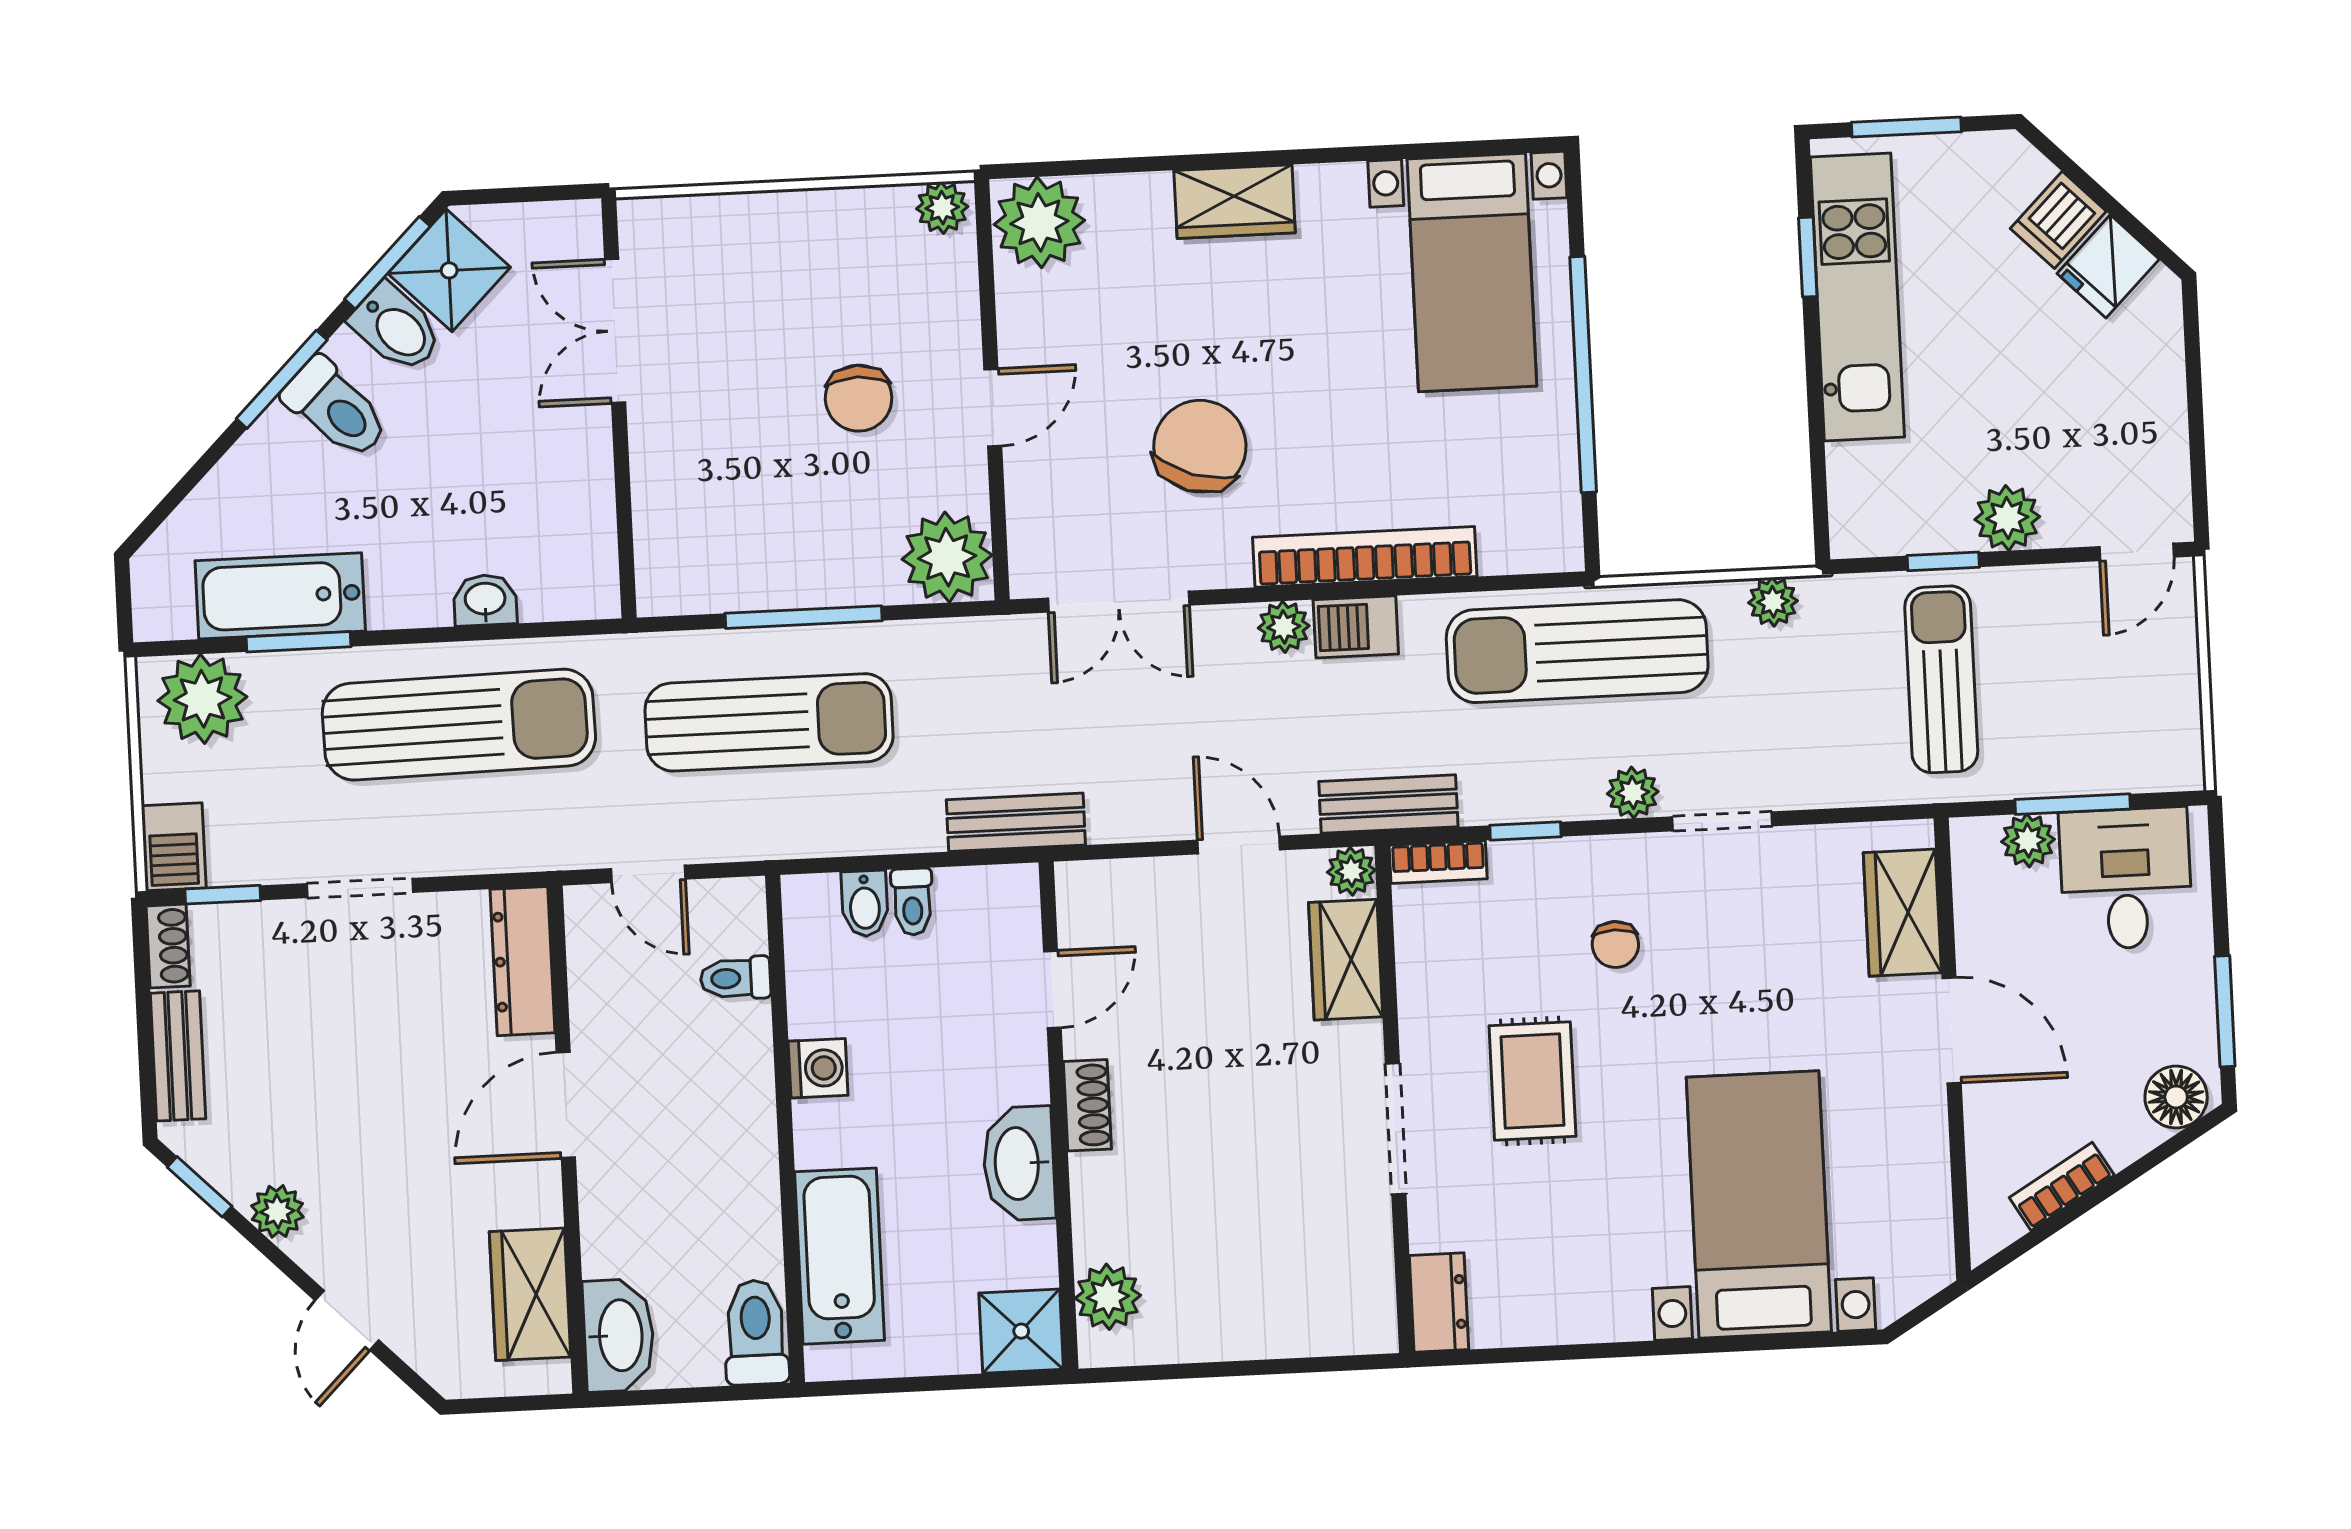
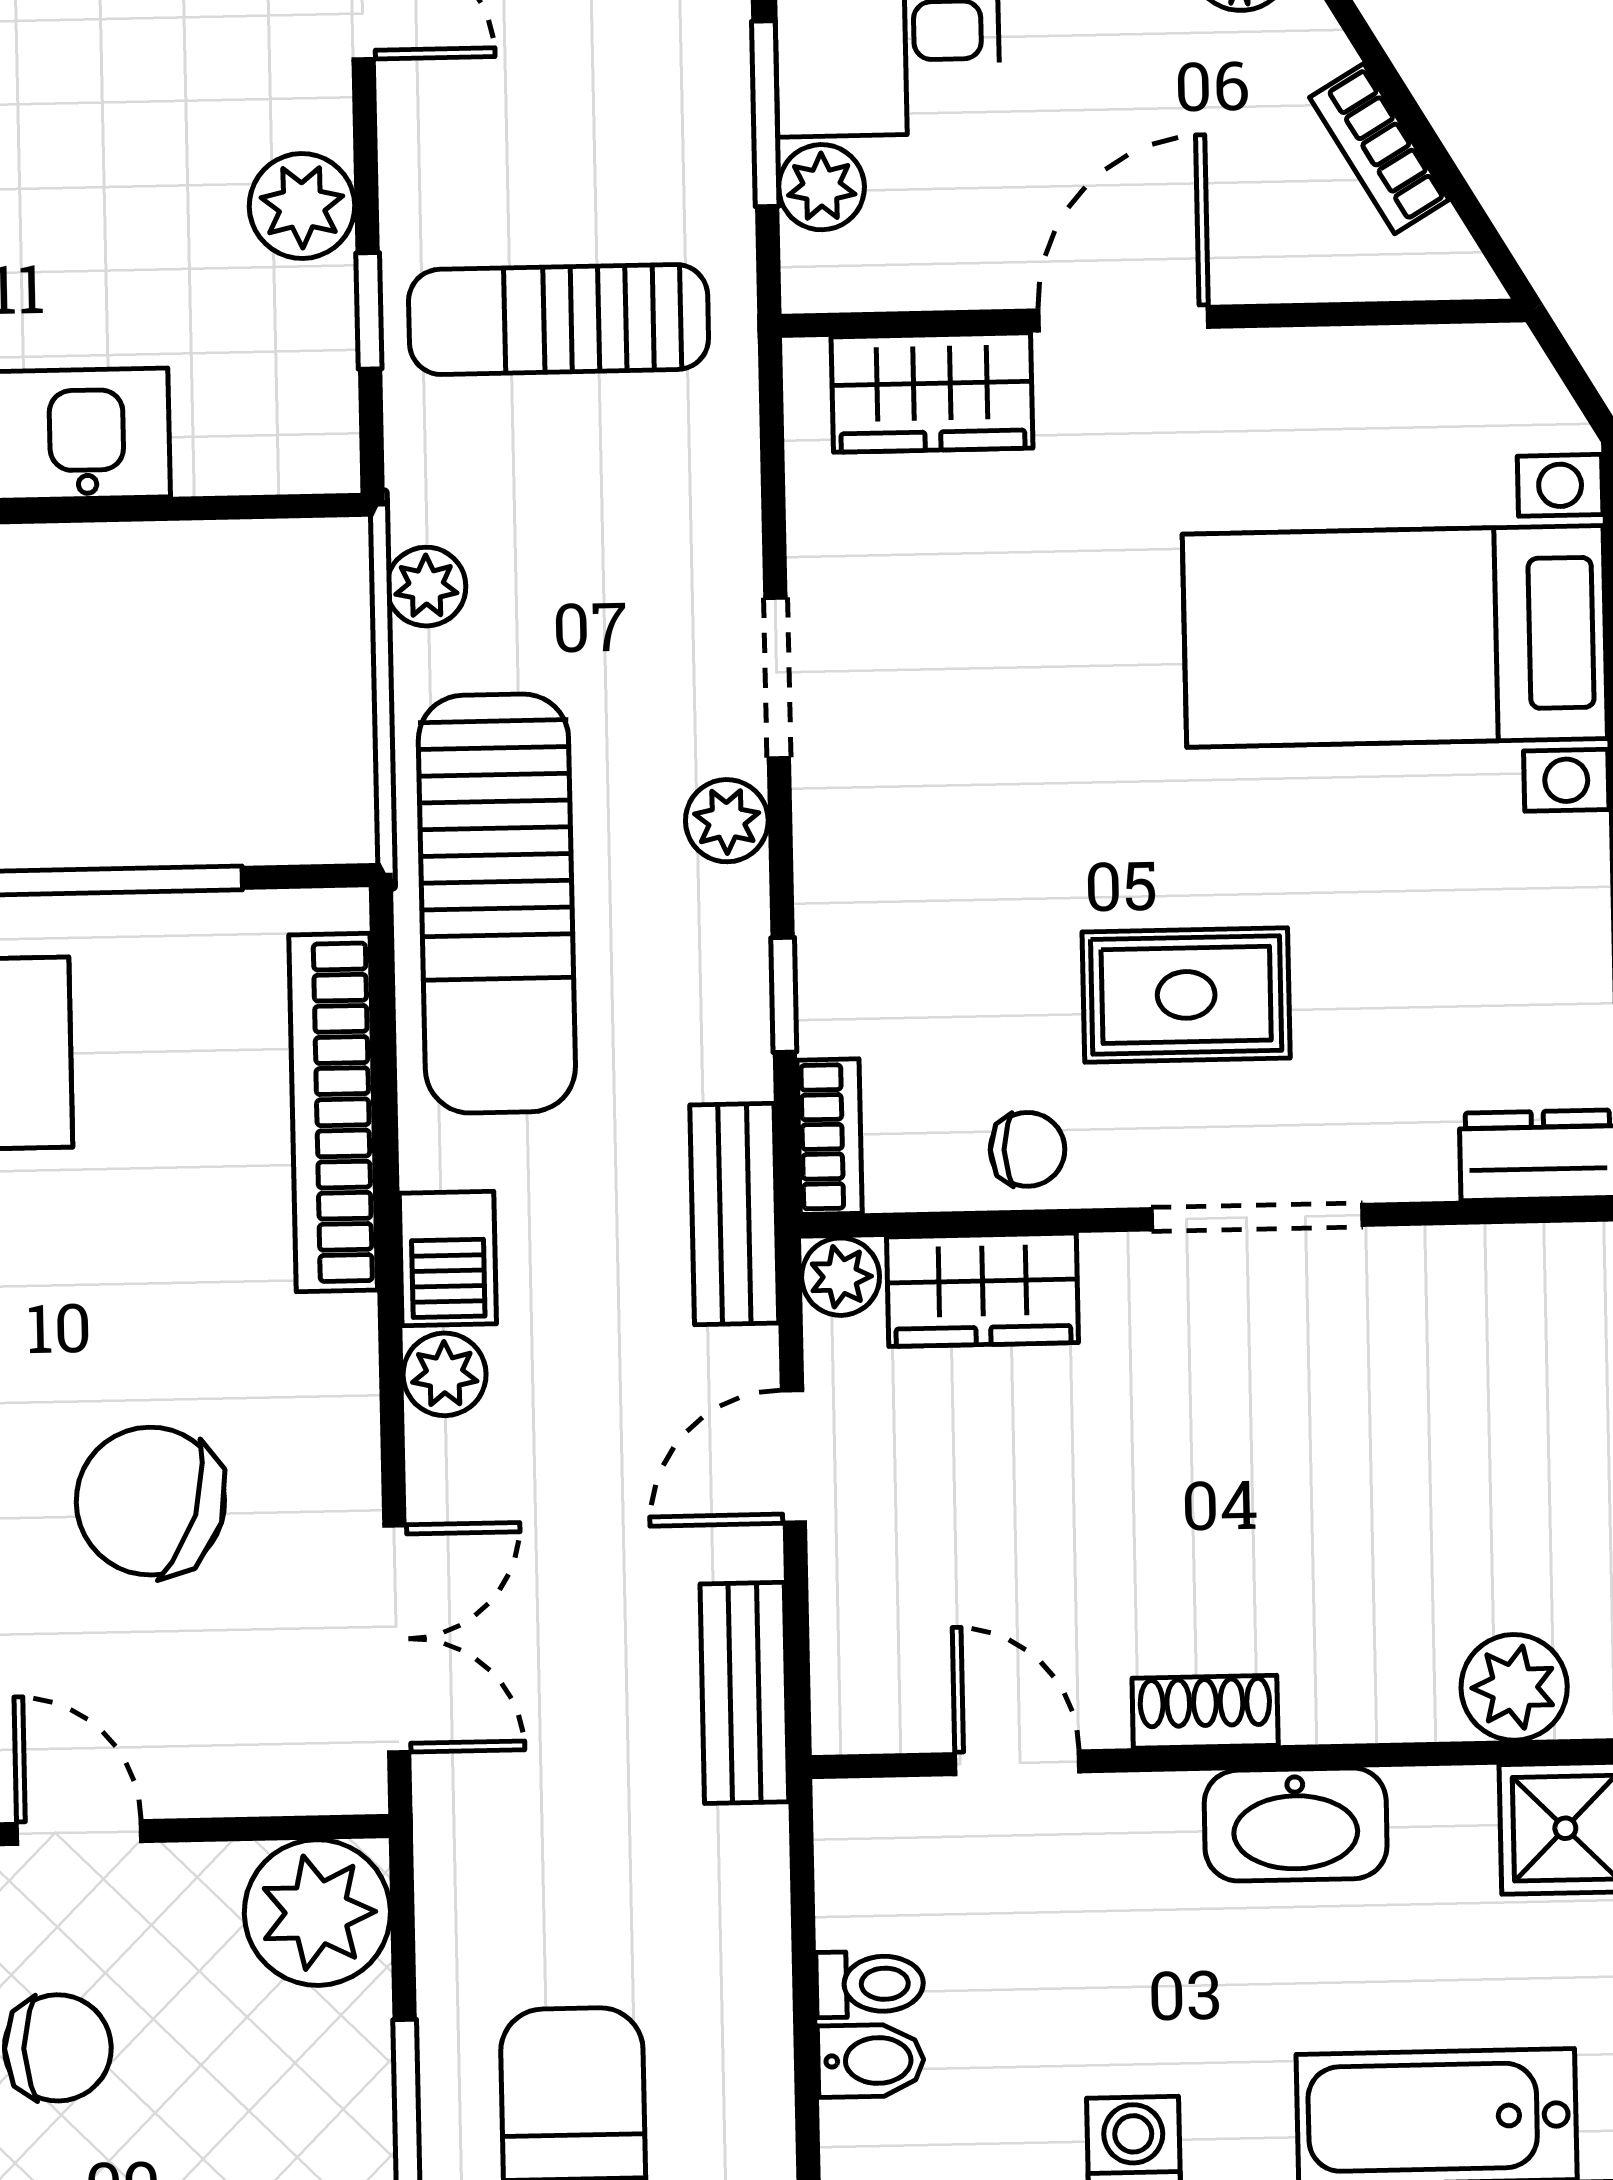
bookcase: (1365, 557) -> (333, 1112), moved
bench: (1016, 822) -> (744, 1693), moved
chair: (1615, 944) -> (1028, 1149), moved

